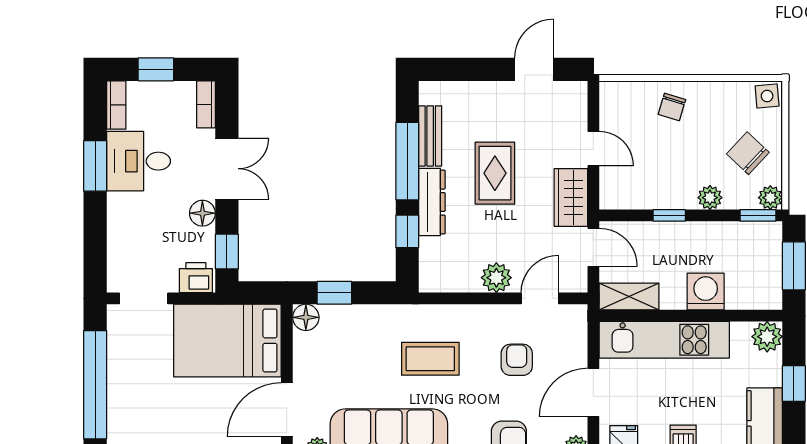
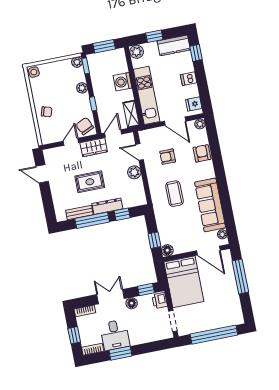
chair: (748, 153) -> (85, 126), moved, turned 112

